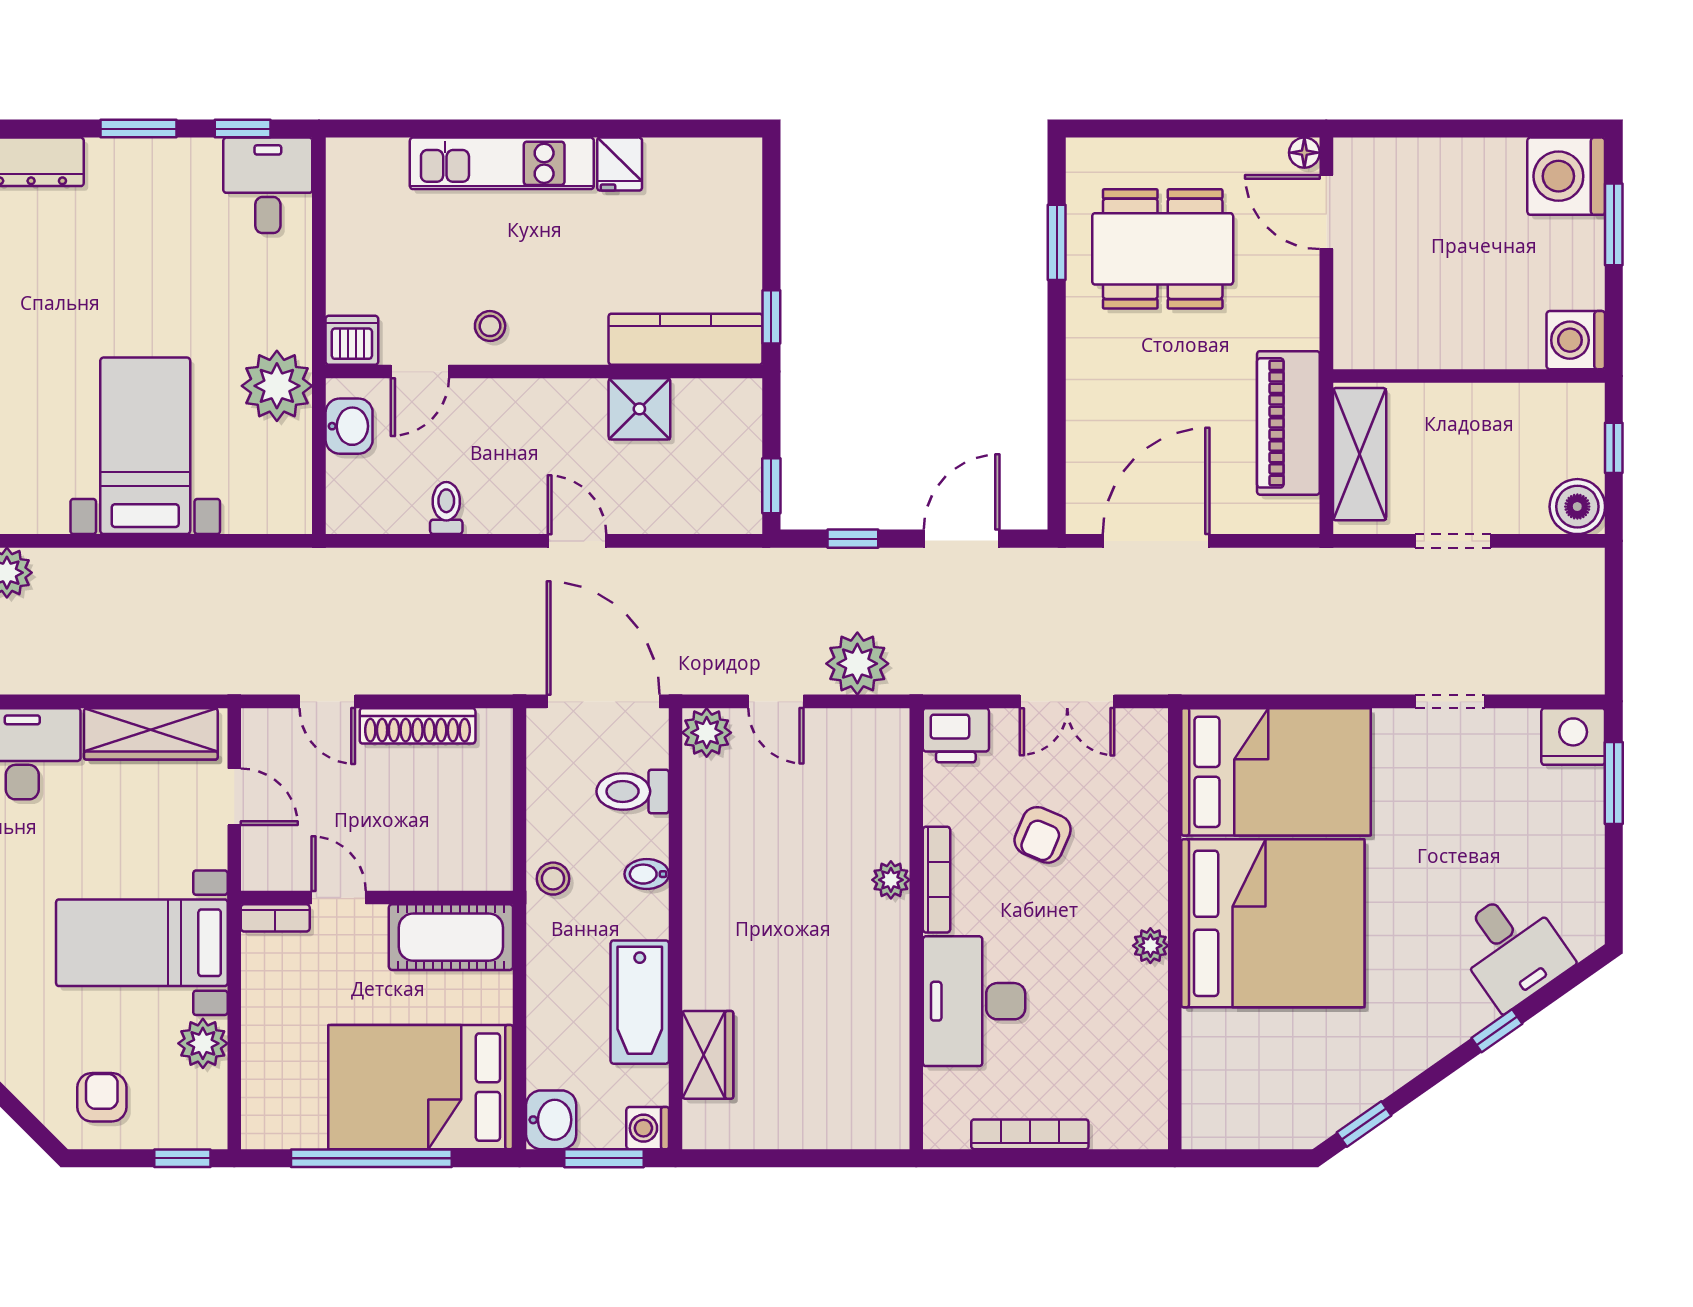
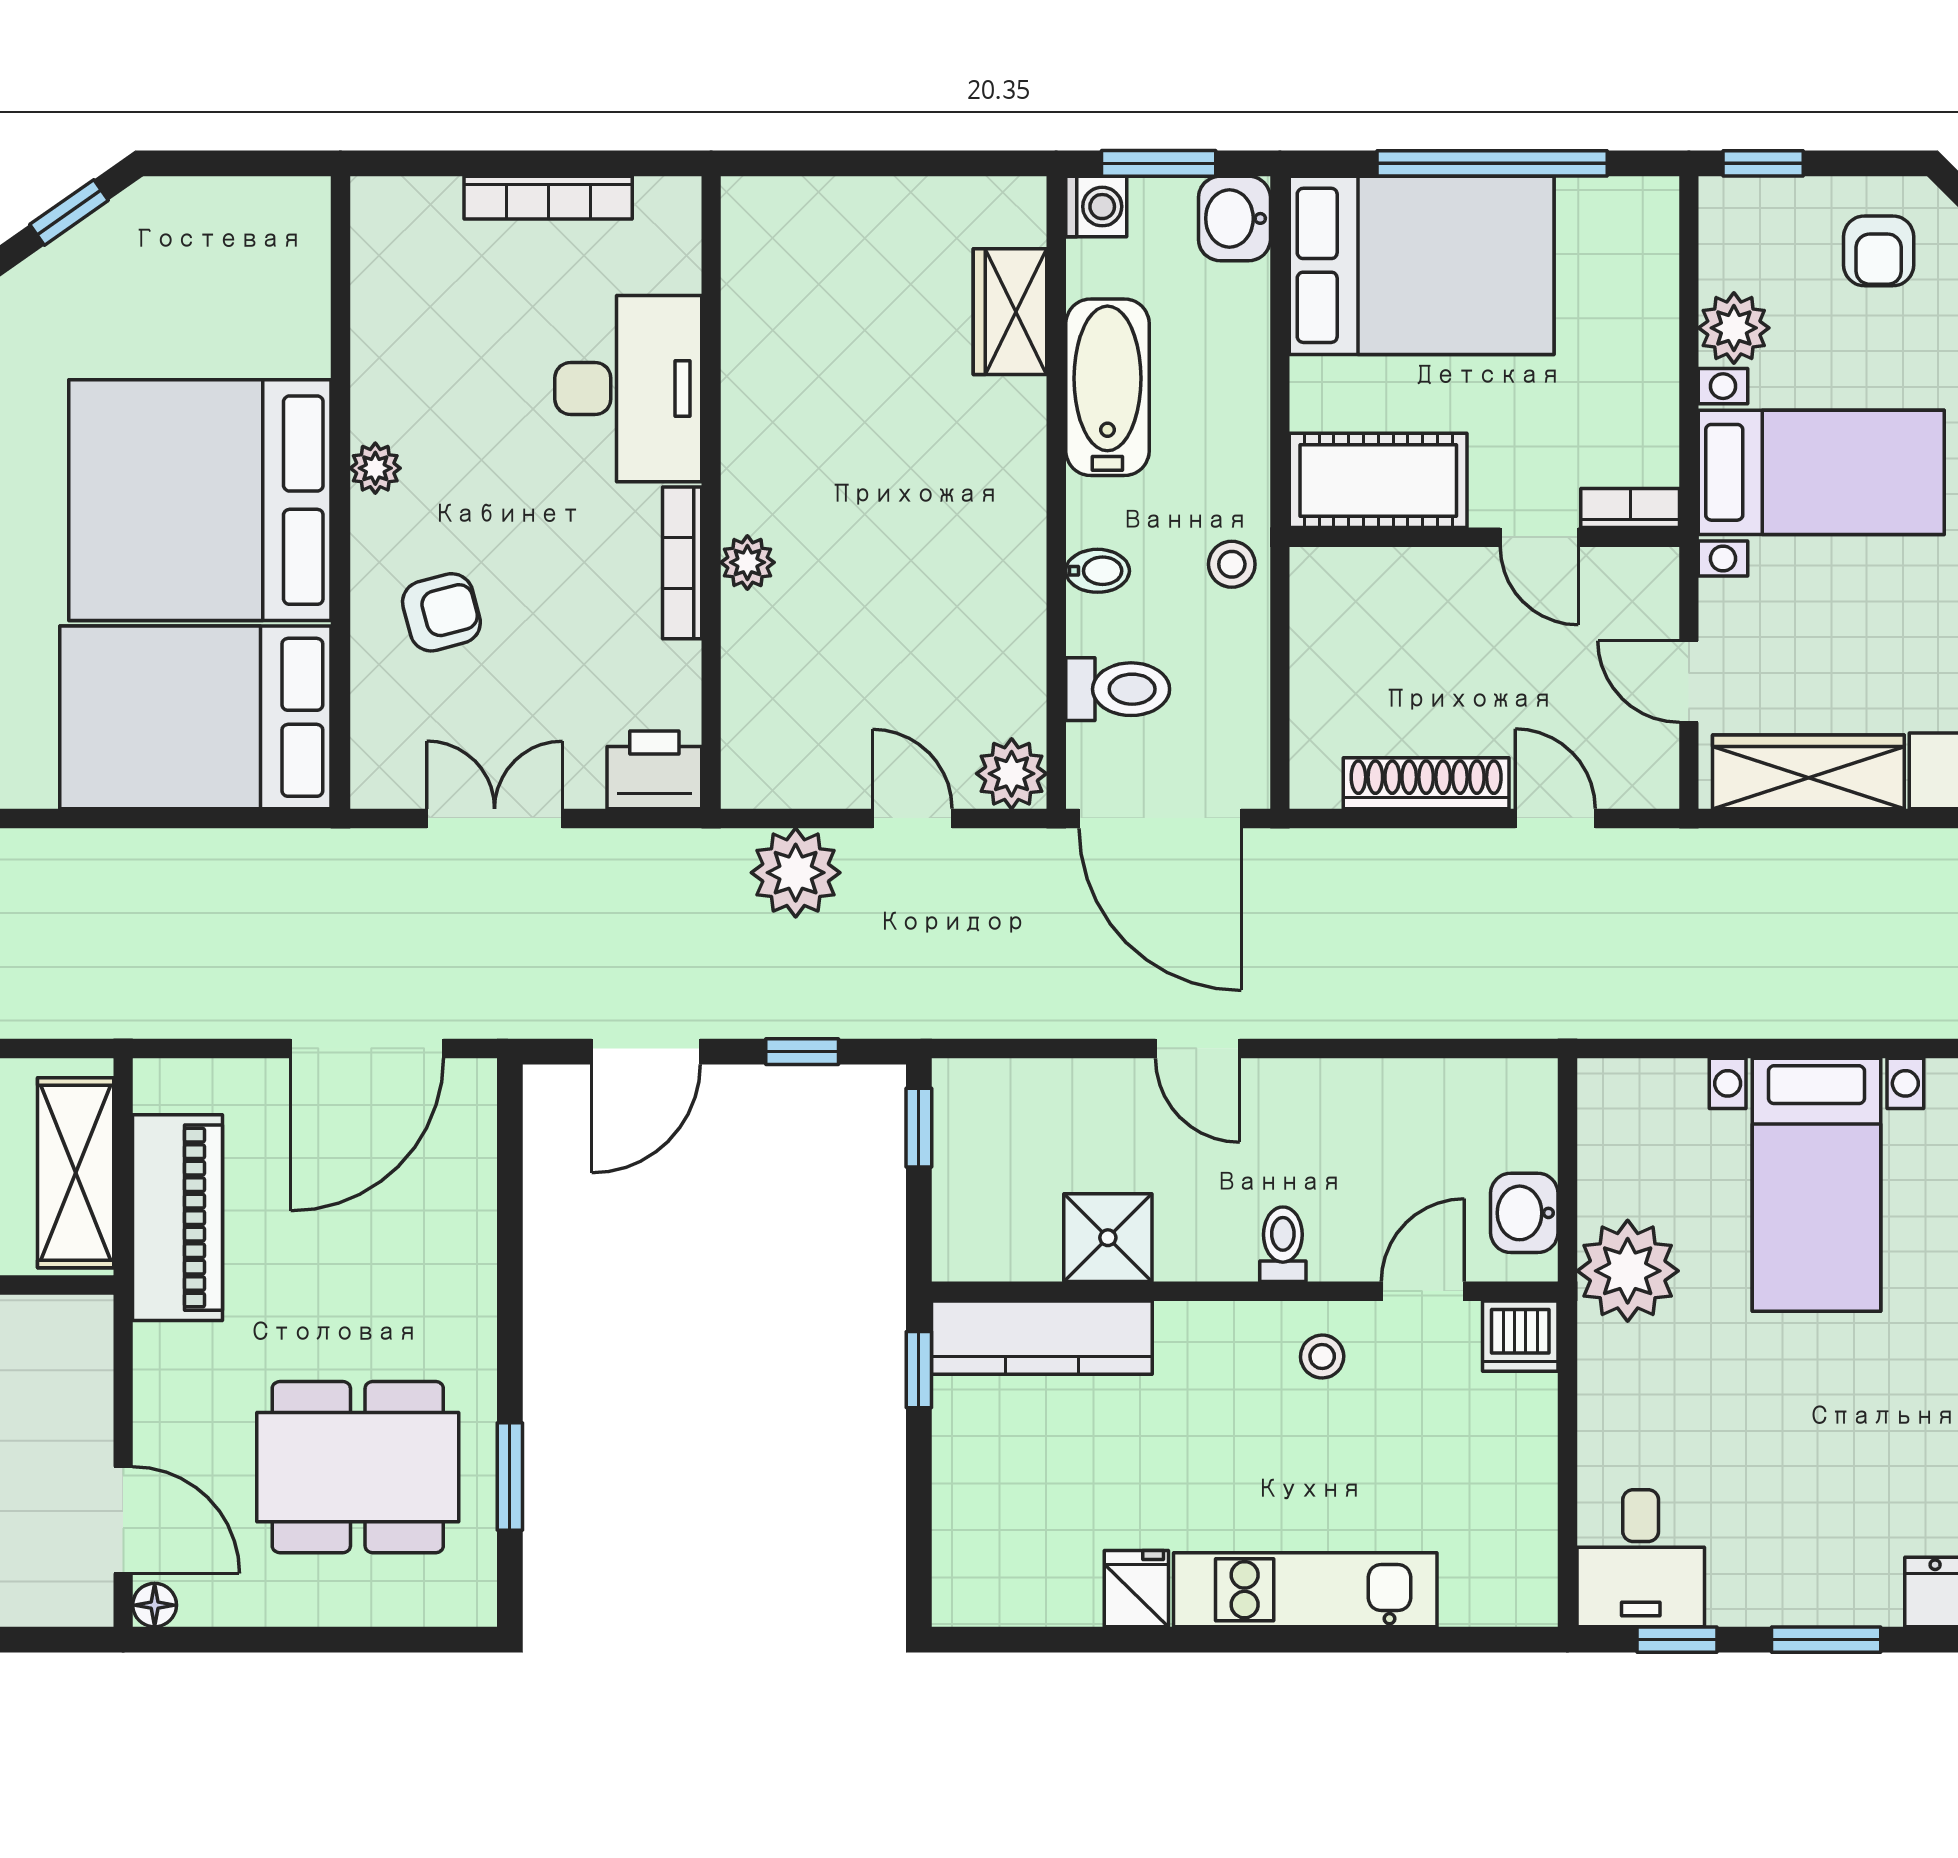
toilet: (446, 508) -> (1283, 1244), moved, turned 180
armchair: (1043, 835) -> (441, 612), moved, turned 52

